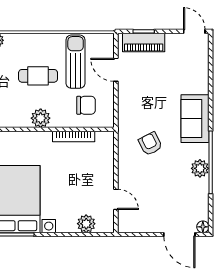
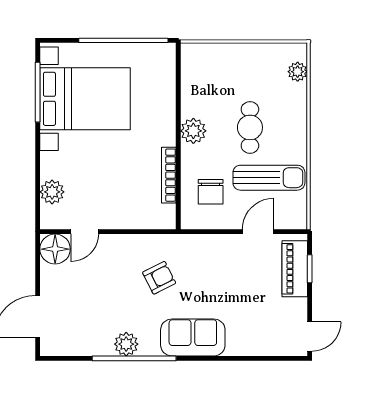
floor lamp: (203, 227) -> (55, 249), moved, width x1.89, depth x1.89

